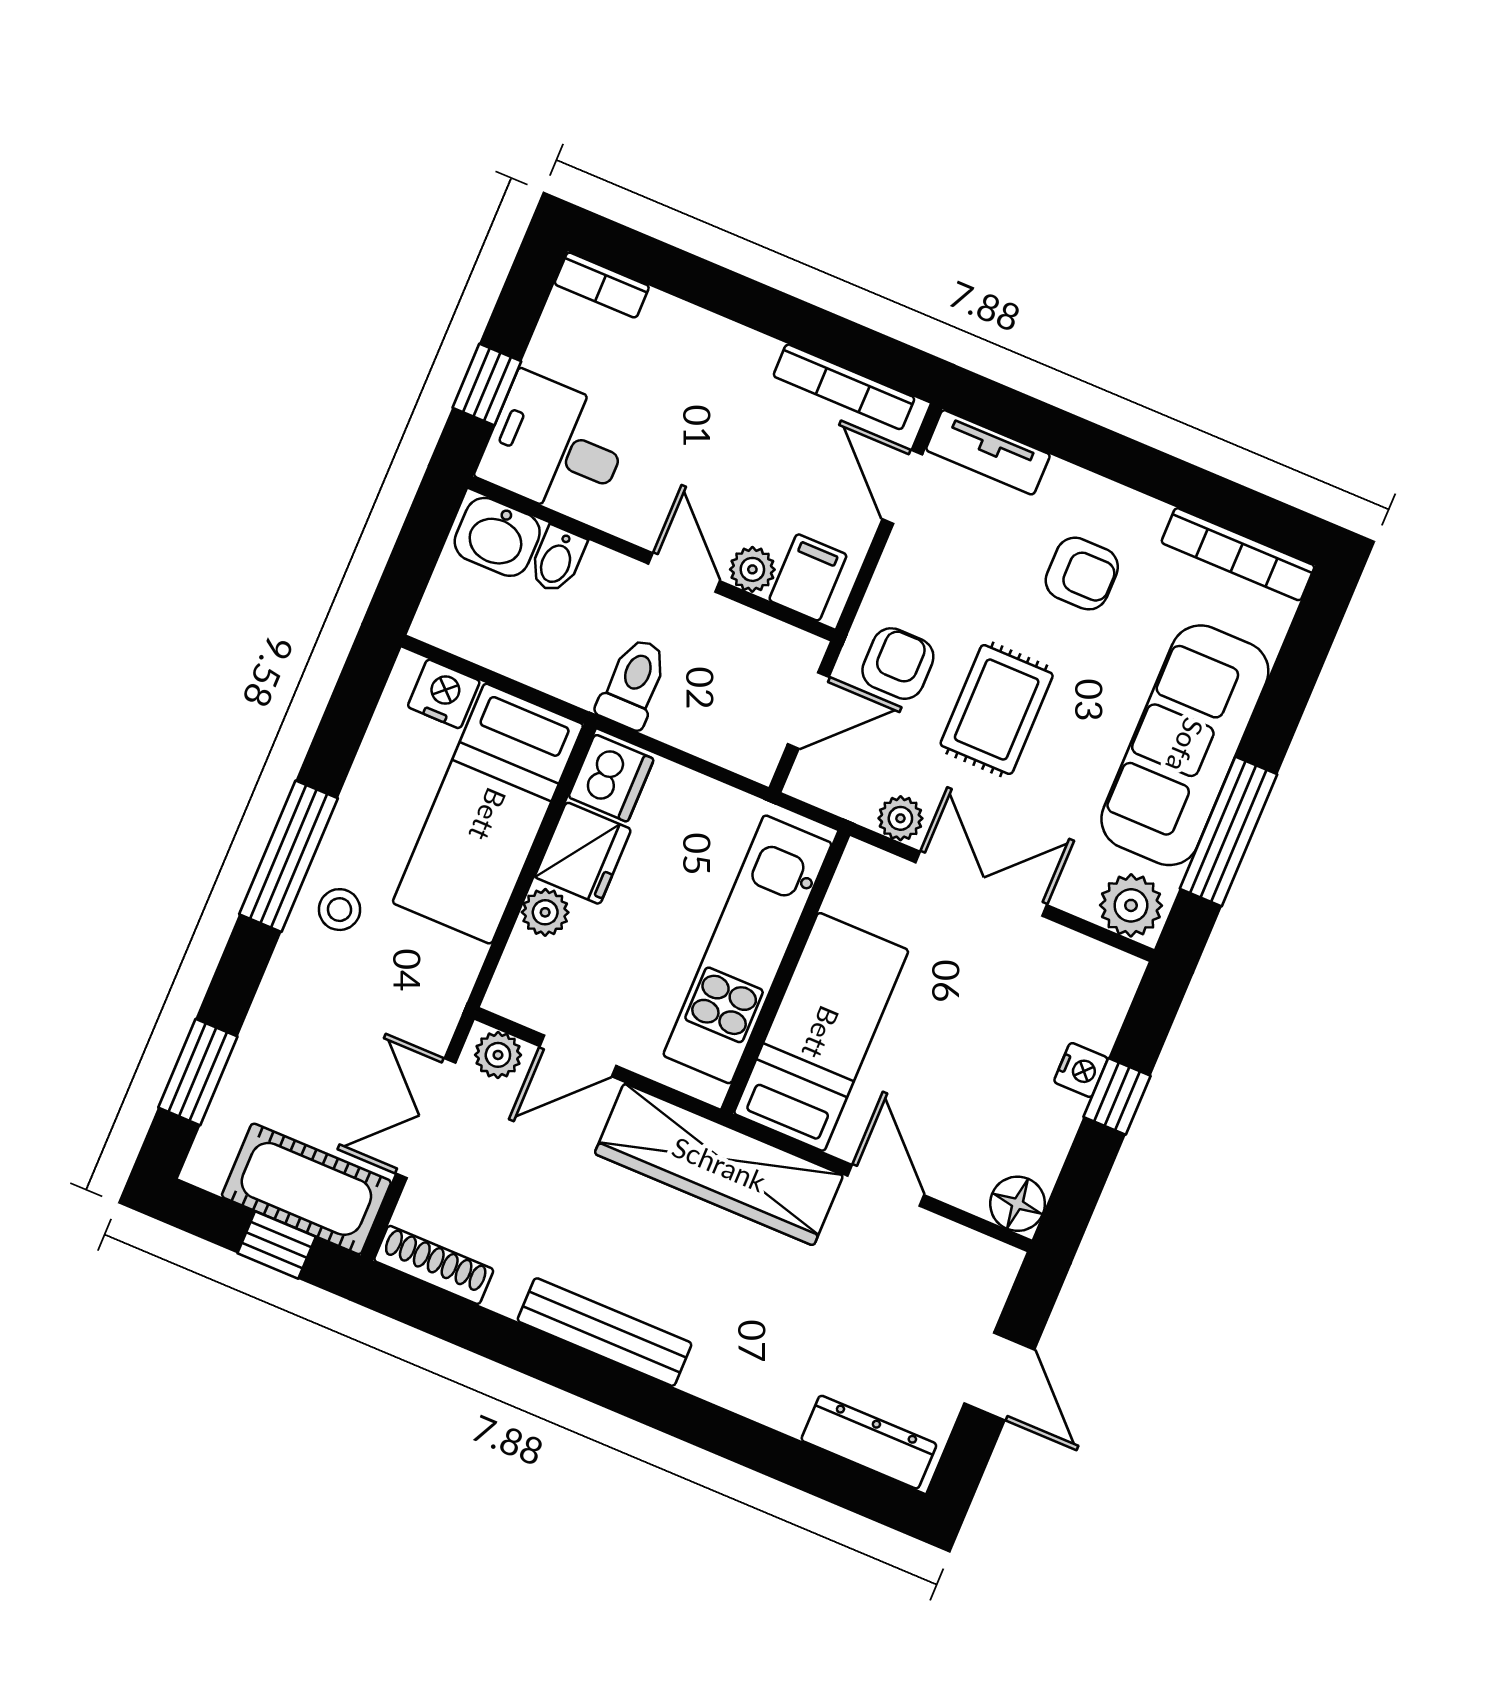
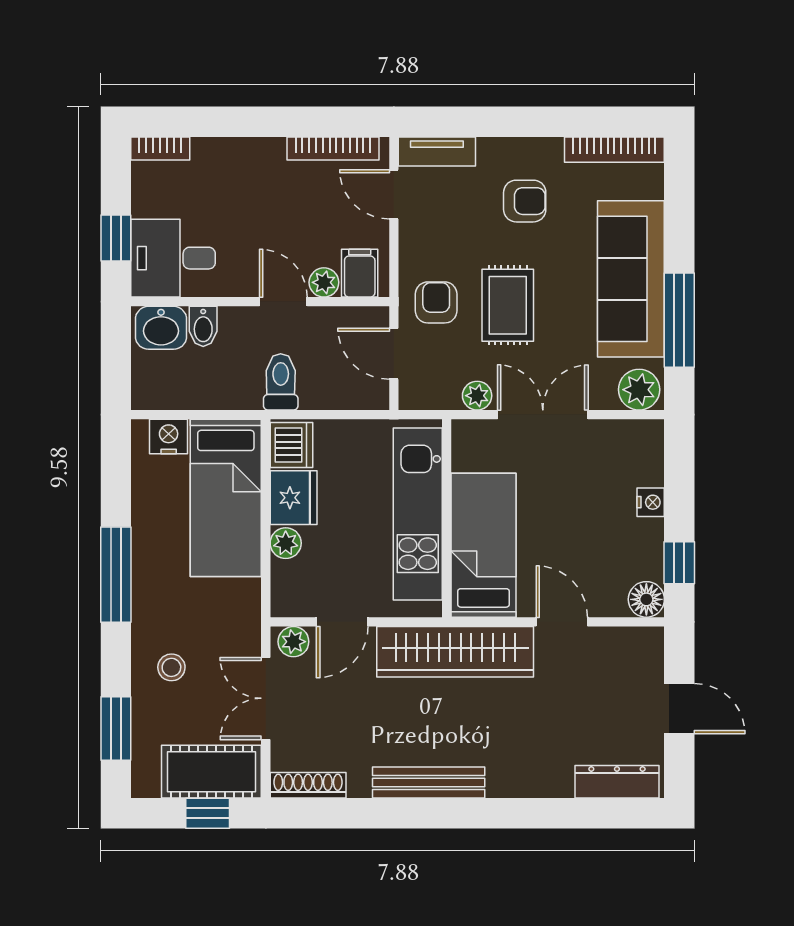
door: (808, 710) -> (394, 354), swing flipped
stool: (339, 910) -> (171, 667), moved
window: (1117, 1096) -> (679, 563), moved

